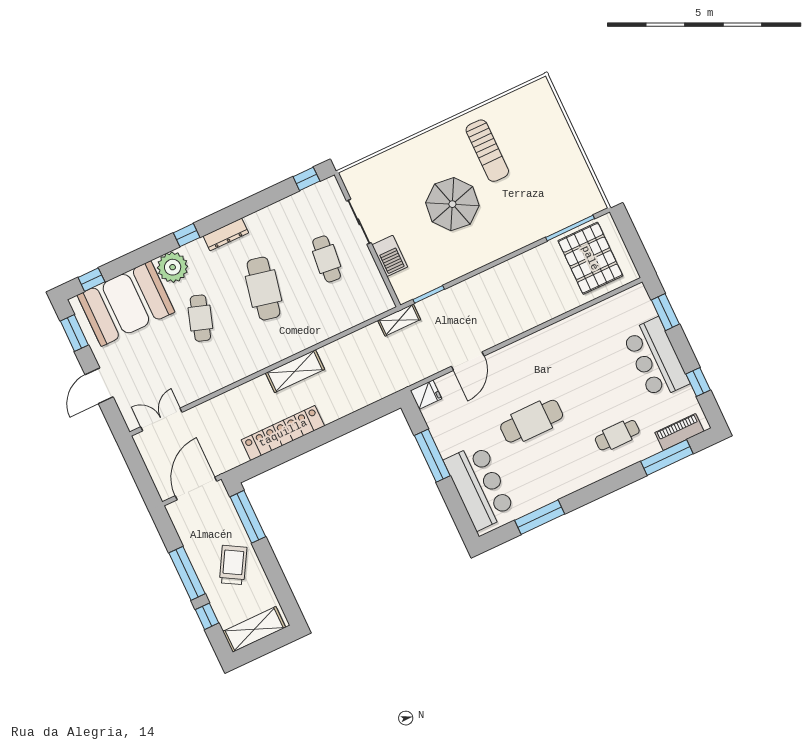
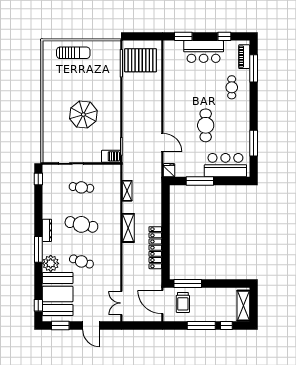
sun lounger: (487, 151) -> (73, 53), moved
window: (187, 235) -> (38, 249), width x2.17
barbecue: (390, 256) -> (111, 156), moved
shelving: (399, 320) -> (127, 191), moved
trolley: (233, 565) -> (183, 302), moved, turned -120

